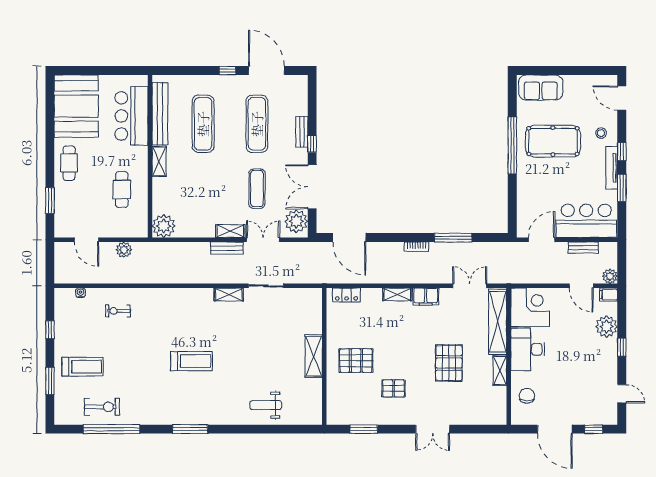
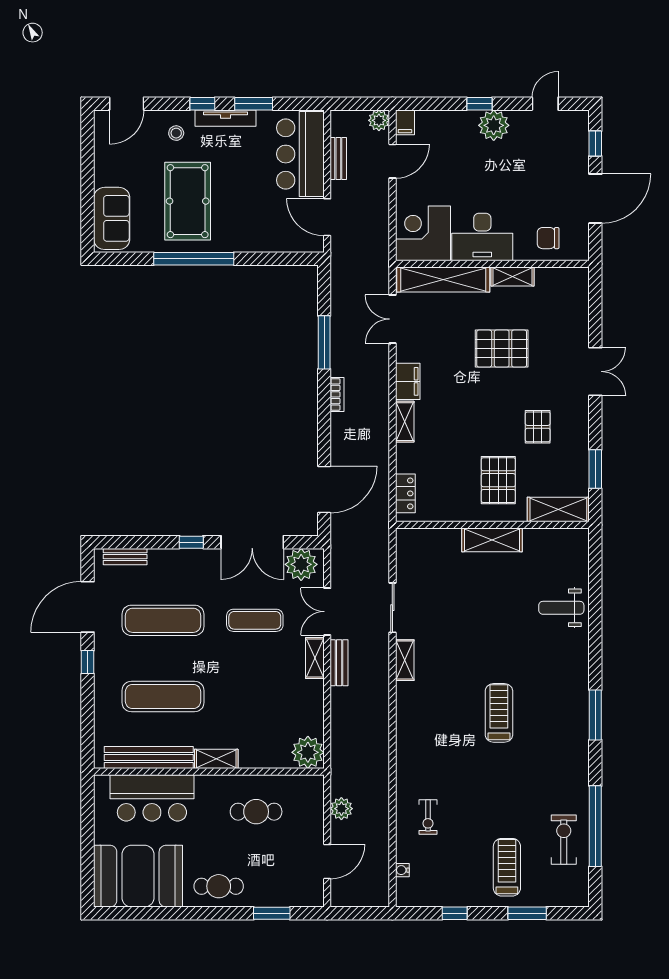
bench: (302, 132) -> (125, 557), moved
plant: (607, 327) -> (494, 125), moved
shelving: (335, 403) -> (558, 509), added
weight bench: (266, 405) -> (561, 608), turned 90

